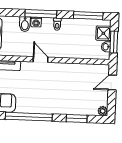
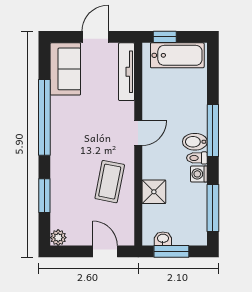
washing machine: (36, 22) -> (199, 174), moved
bidet: (25, 24) -> (195, 142), moved
shower: (103, 33) -> (154, 192), moved
coffee table: (70, 78) -> (110, 182), added

